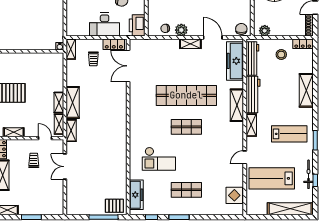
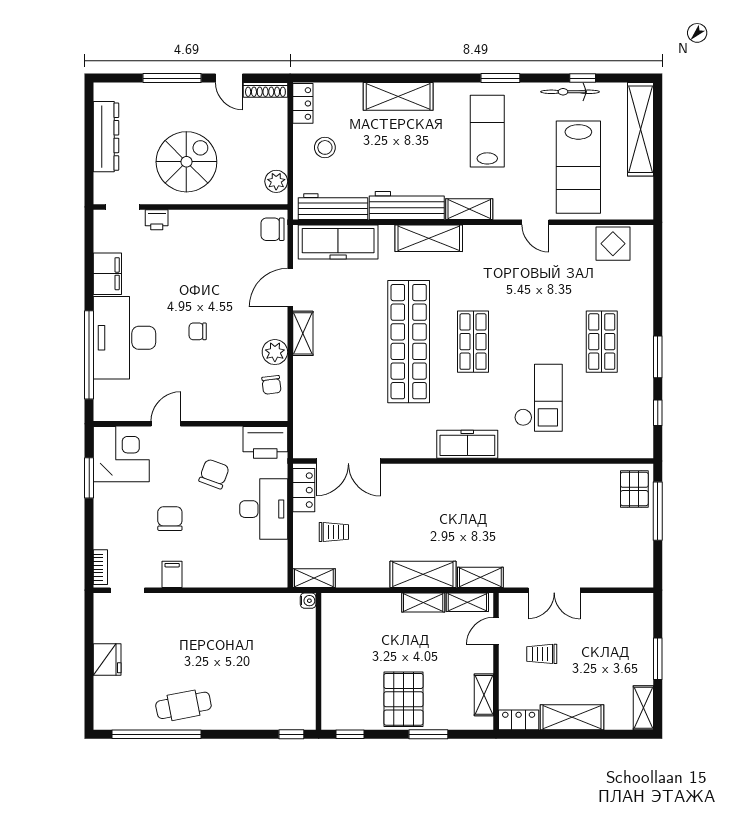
freezer: (136, 195) -> (467, 444), moved

